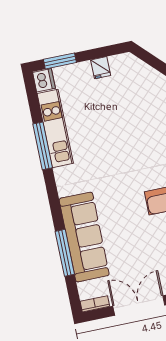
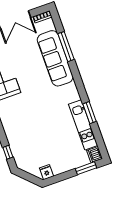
fridge: (101, 68) -> (46, 172), moved
window: (43, 146) -> (90, 113), width x0.69

